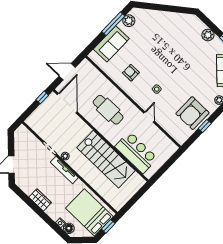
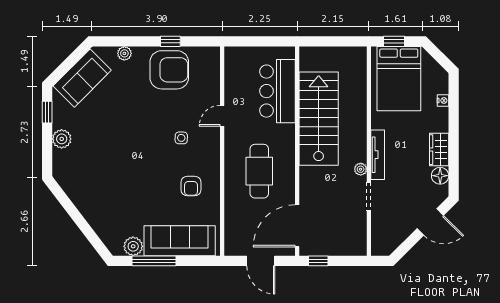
sofa: (111, 44) -> (180, 241), width x1.36
floor lamp: (69, 228) -> (440, 176), moved

